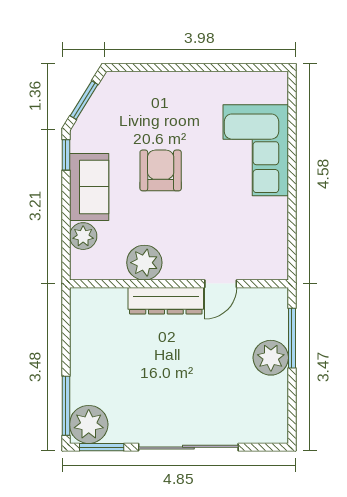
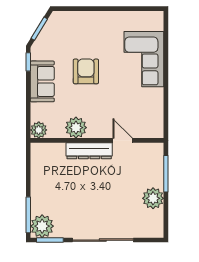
plant: (83, 236) -> (39, 130), moved
door: (221, 284) -> (123, 140), swing flipped
plant: (271, 358) -> (153, 198), moved

